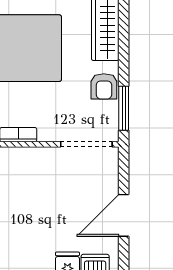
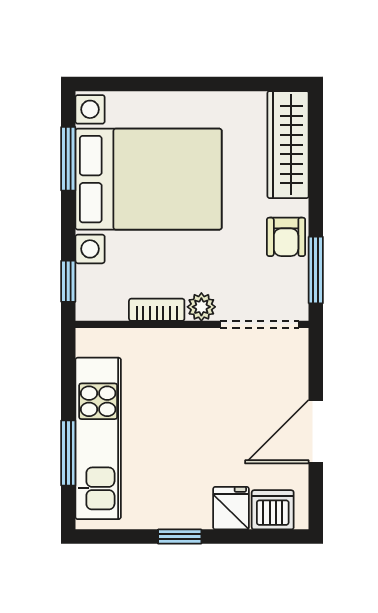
plant: (48, 133) -> (201, 307), added

